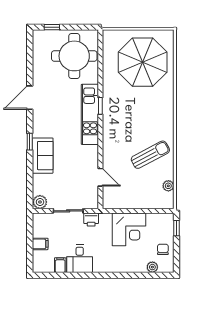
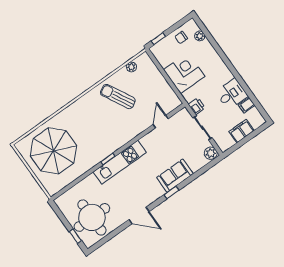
round table: (74, 56) -> (92, 217), moved
filing cabinet: (40, 244) -> (242, 131), width x2.00

